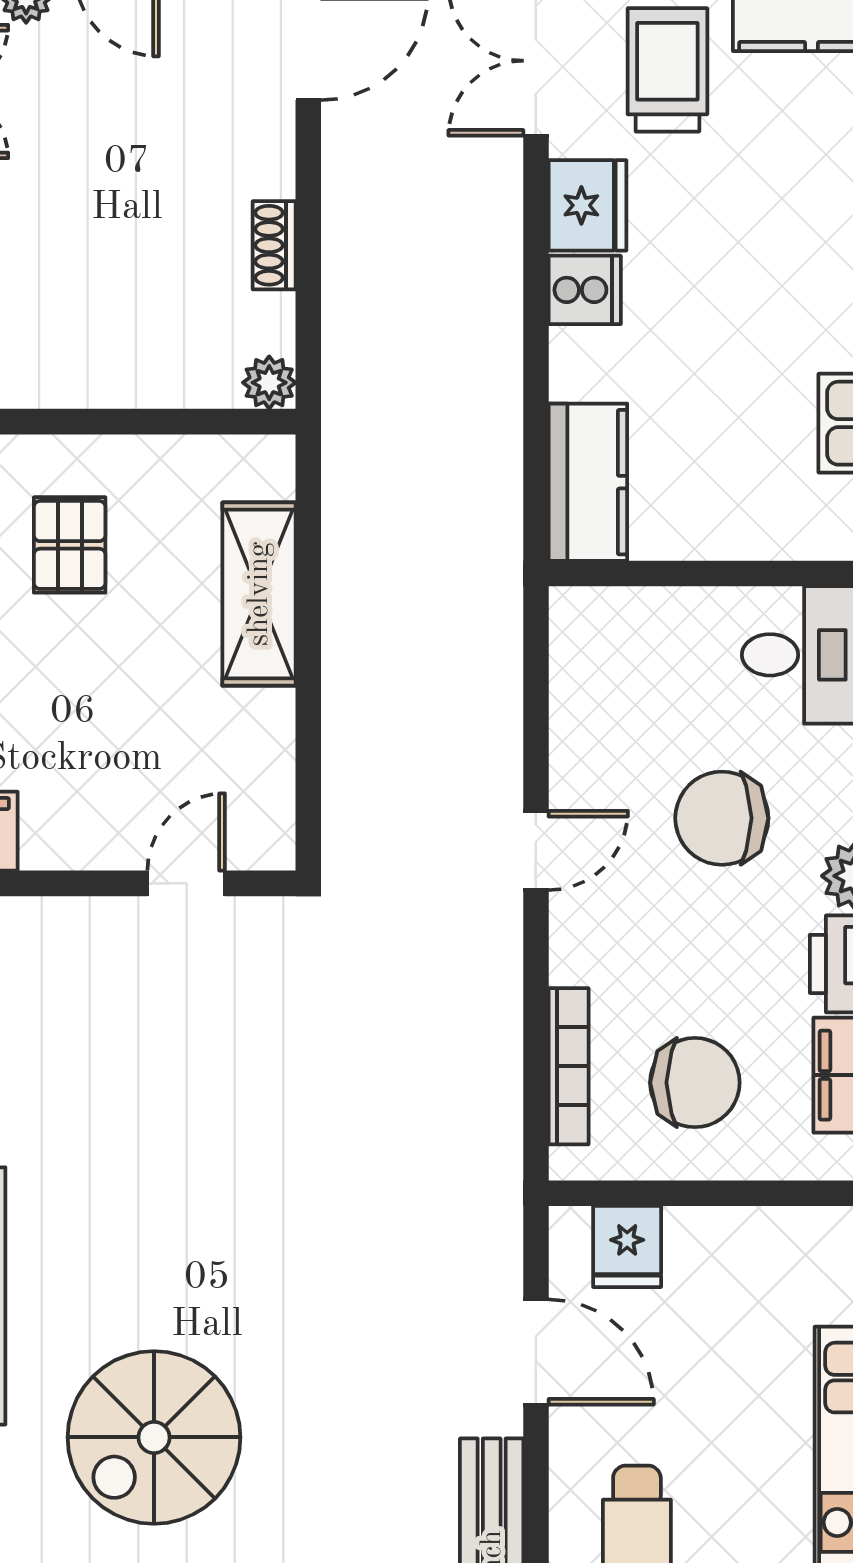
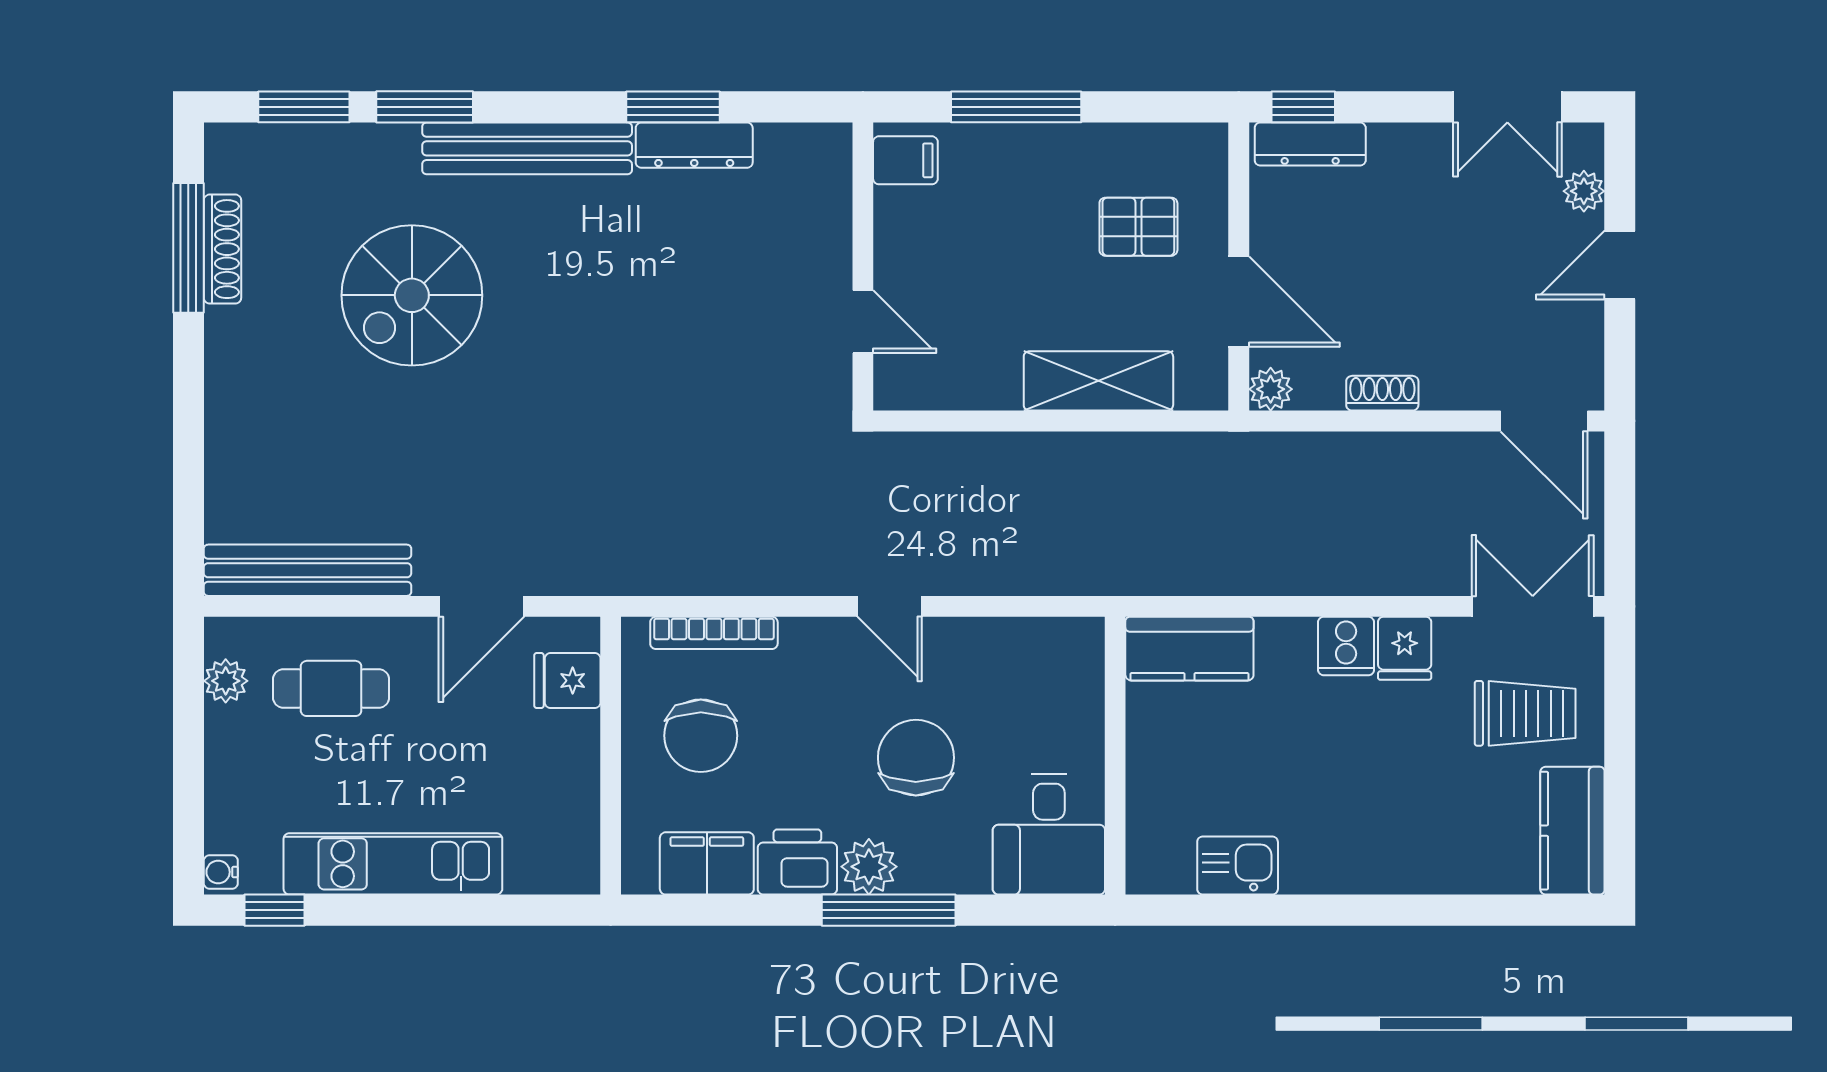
fridge: (588, 205) -> (1405, 648), width x0.72
door: (162, 422) -> (1239, 302), added
spiral stairs: (154, 1437) -> (412, 295), turned -90

